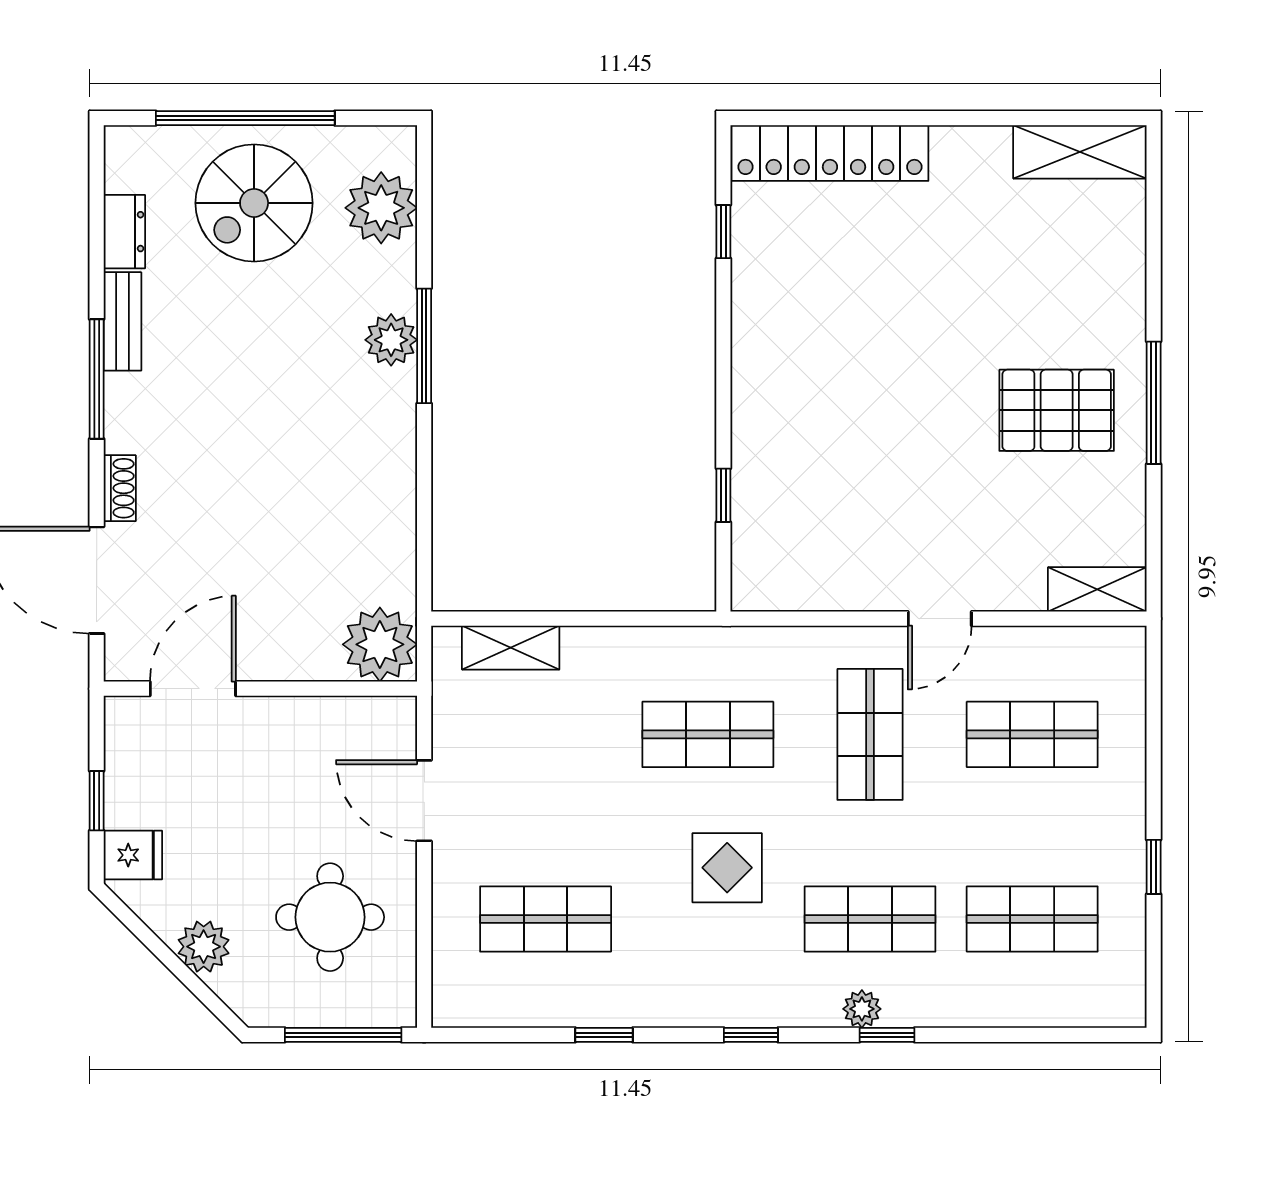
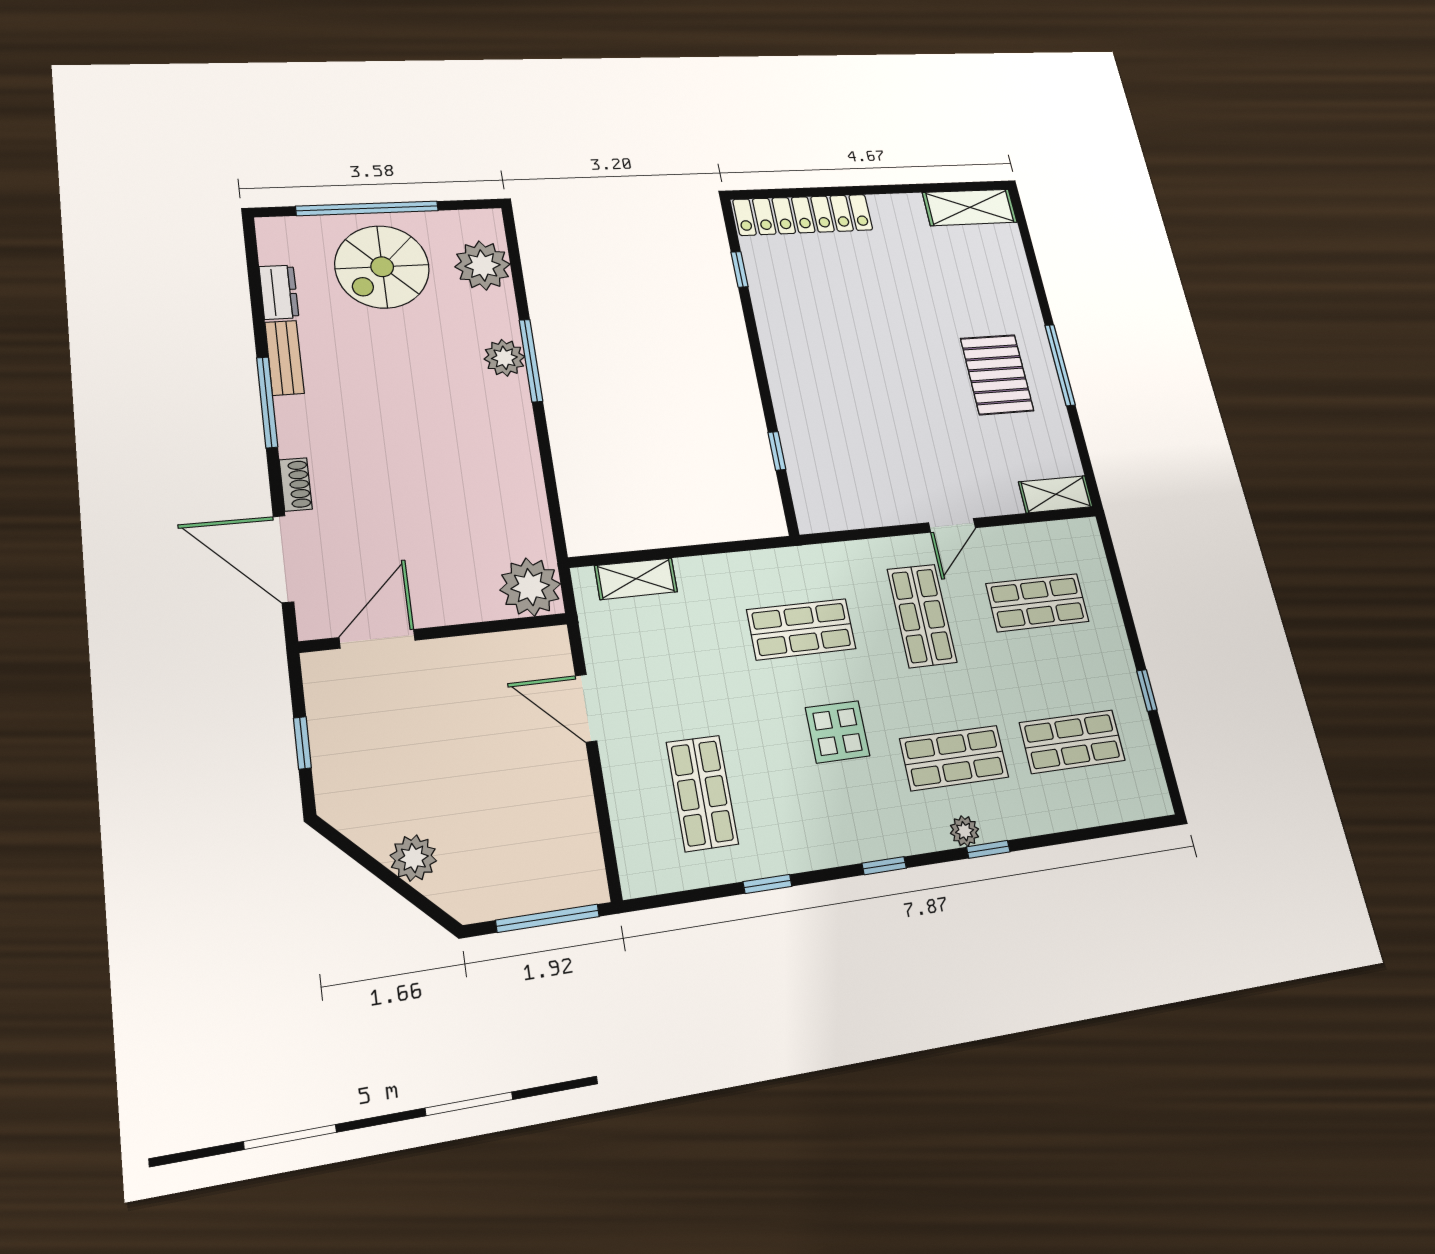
pallet: (1057, 410) -> (997, 374), turned 90
fridge: (133, 855) -> (340, 786), removed
round table: (330, 917) -> (521, 817), removed
shop shelf: (546, 919) -> (702, 793), turned 90

